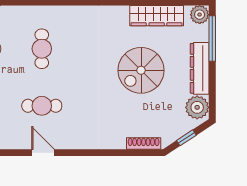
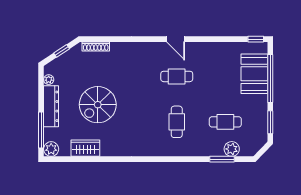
wardrobe: (157, 16) -> (85, 148), width x0.67
spiral stairs: (141, 70) -> (98, 105), turned 180
plant: (197, 107) -> (49, 80), width x0.53, depth x0.53

